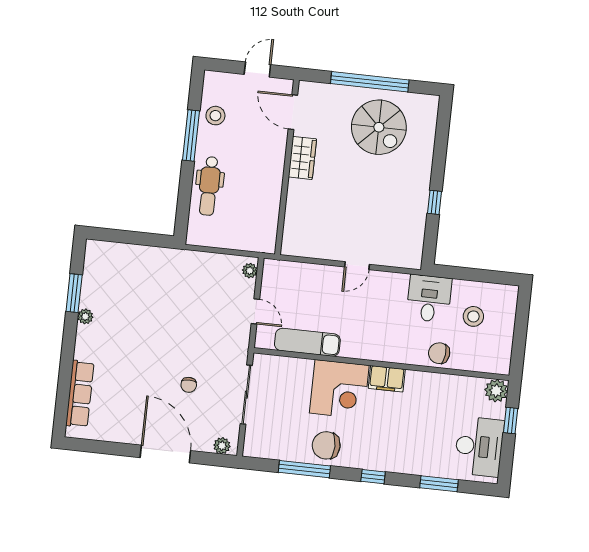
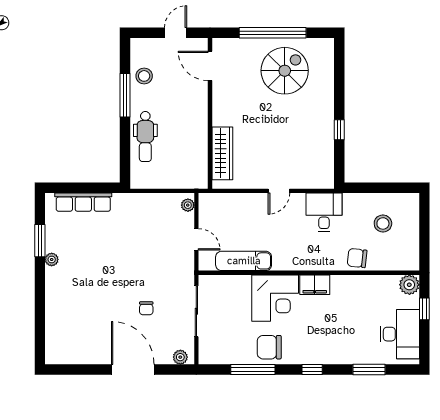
spiral stairs: (379, 127) -> (285, 71), turned -90
wardrobe: (302, 158) -> (222, 153), moved, width x1.50
desk: (429, 299) -> (324, 212), moved
row of seats: (80, 394) -> (83, 202), moved, turned 90

